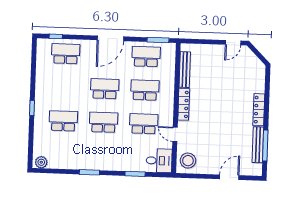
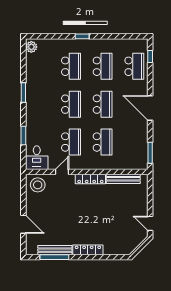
school desk: (146, 56) -> (103, 66), moved

